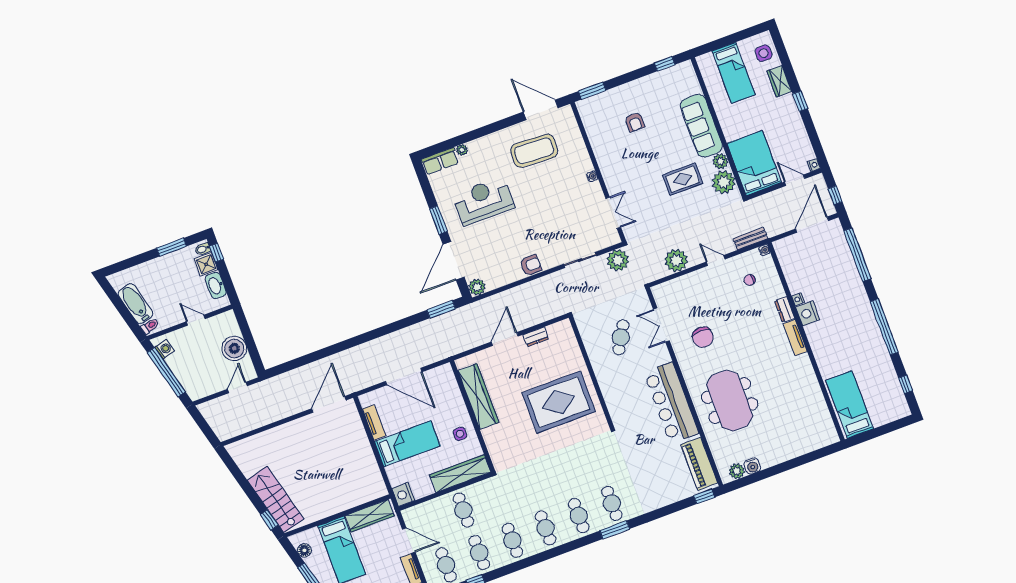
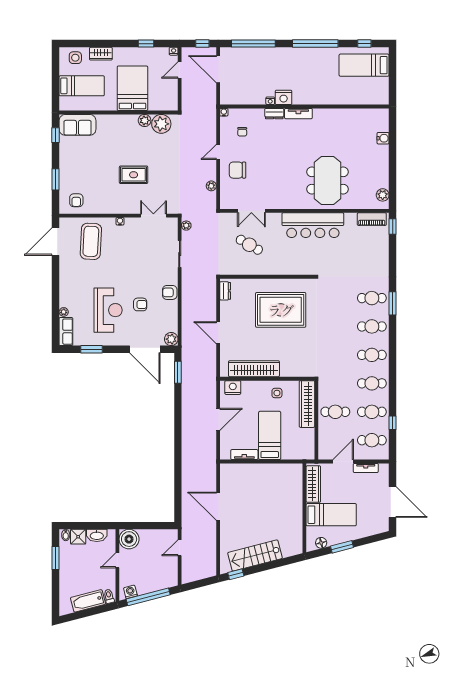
window: (592, 91) -> (56, 179), moved
window: (800, 101) -> (146, 44), moved
armchair: (635, 122) -> (76, 200), moved, turned 90
sofa: (701, 126) -> (77, 125), moved, width x0.73
coffee table: (534, 151) -> (91, 241), moved
bed: (754, 163) -> (132, 88), moved, turned 90
rug: (683, 179) -> (134, 175), moved, turned 90
reception desk: (483, 201) -> (108, 310), turned 180
window: (438, 220) -> (91, 349), moved
armchair: (504, 236) -> (140, 304), added
bench: (750, 239) -> (211, 119), removed
window: (217, 253) -> (72, 526), removed
plant: (618, 260) -> (186, 226), width x0.53, depth x0.53
plant: (676, 260) -> (211, 186), width x0.53, depth x0.53
armchair: (531, 265) -> (170, 292), turned -90
dresser: (536, 337) -> (225, 291), moved
chair: (703, 337) -> (237, 170), moved, turned 180
boiler: (234, 348) -> (129, 539), moved
door: (404, 377) -> (218, 419), width x0.73
door: (237, 387) -> (180, 548), hinge flipped
meeting table: (730, 401) -> (327, 180), turned 90
rug: (559, 402) -> (281, 310), turned 90
door: (329, 404) -> (218, 506), moved
bed: (850, 405) -> (364, 65), moved
piano: (699, 464) -> (372, 219), width x0.73, depth x0.75
water cooler: (752, 466) -> (383, 138), moved
nightstand: (403, 494) -> (233, 388), moved, turned 180
stairs: (275, 499) -> (255, 555), moved
window: (269, 520) -> (236, 574), moved

